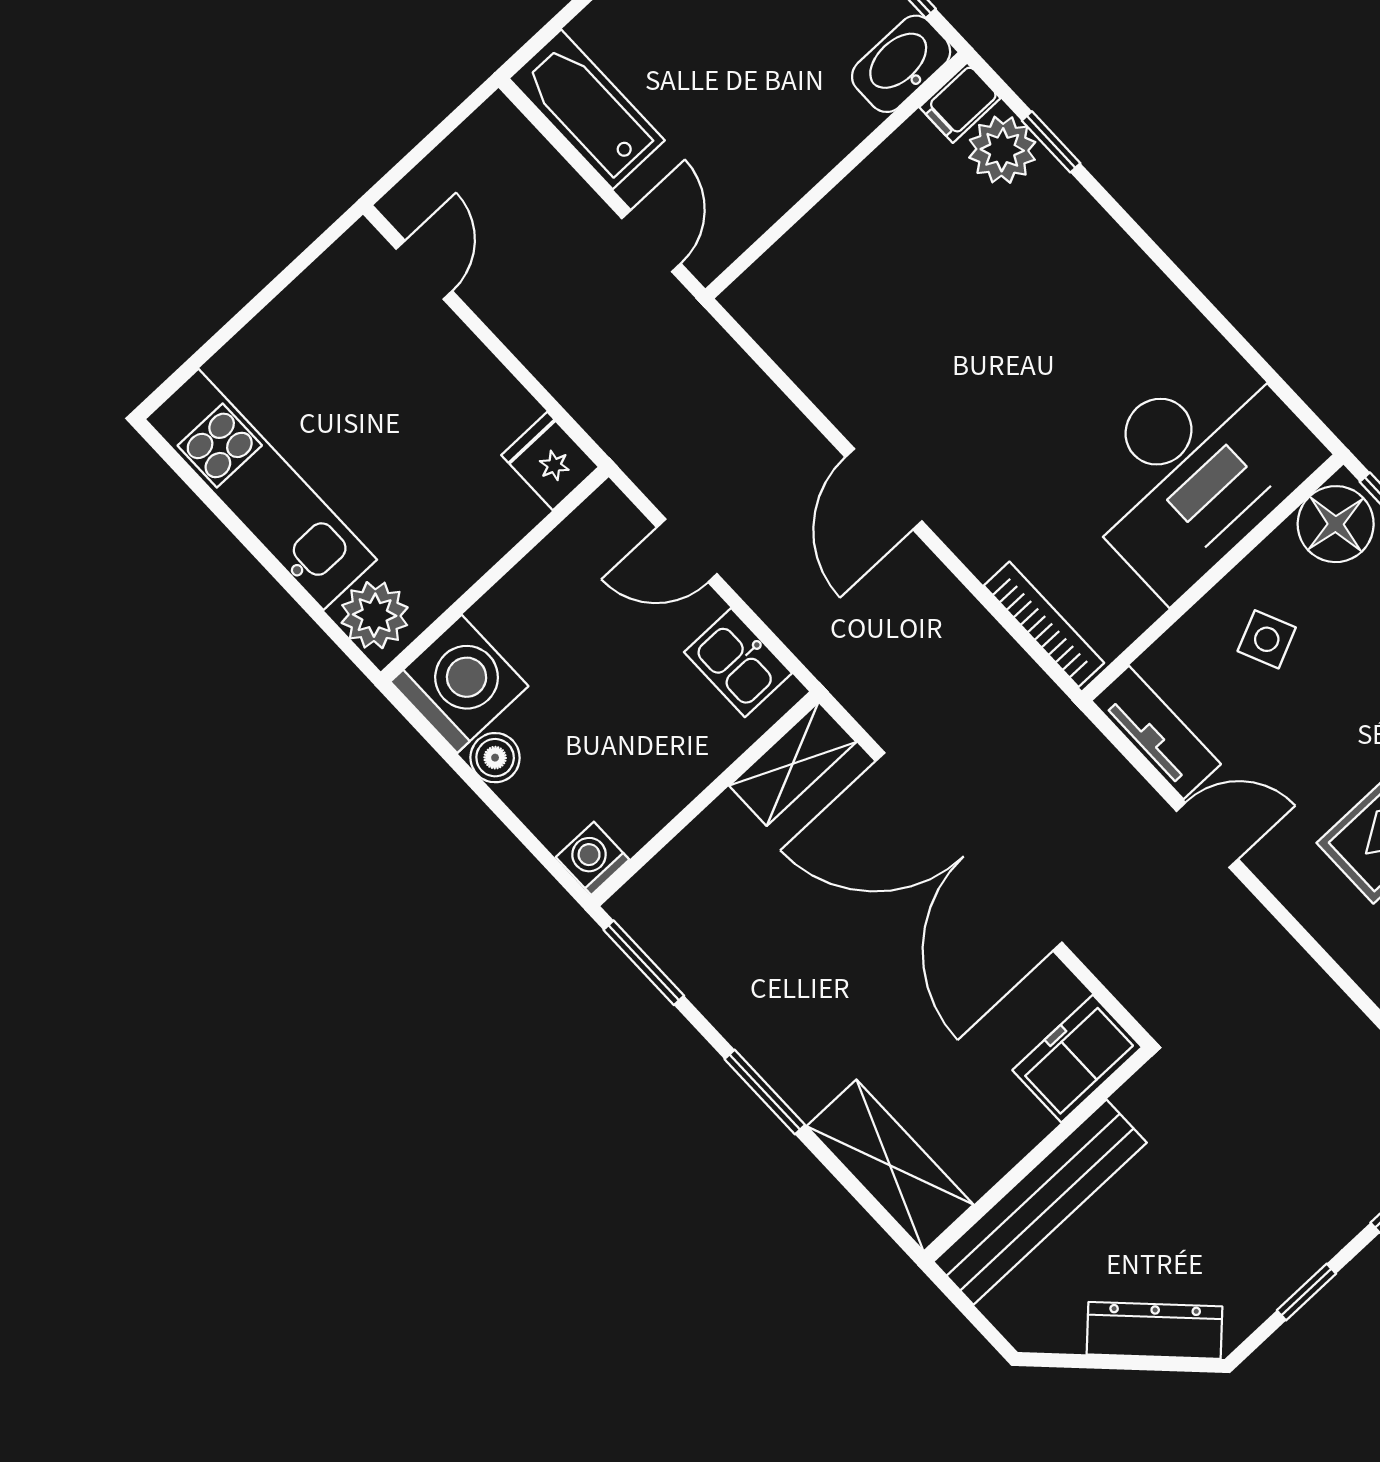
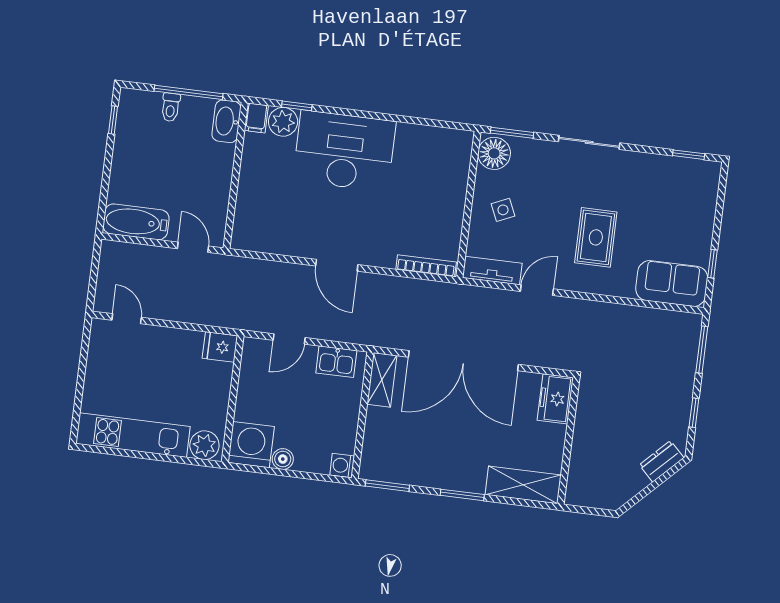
desk: (1194, 470) -> (344, 151), moved, turned -90
bench: (1040, 1202) -> (582, 456), removed
dresser: (1154, 1330) -> (662, 461), width x0.70

